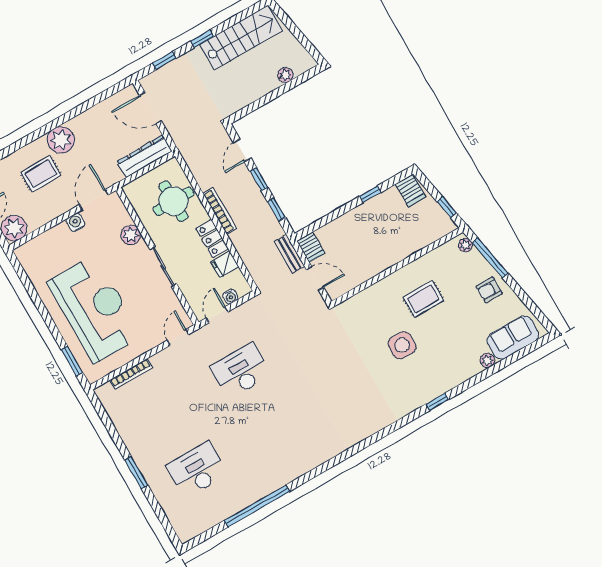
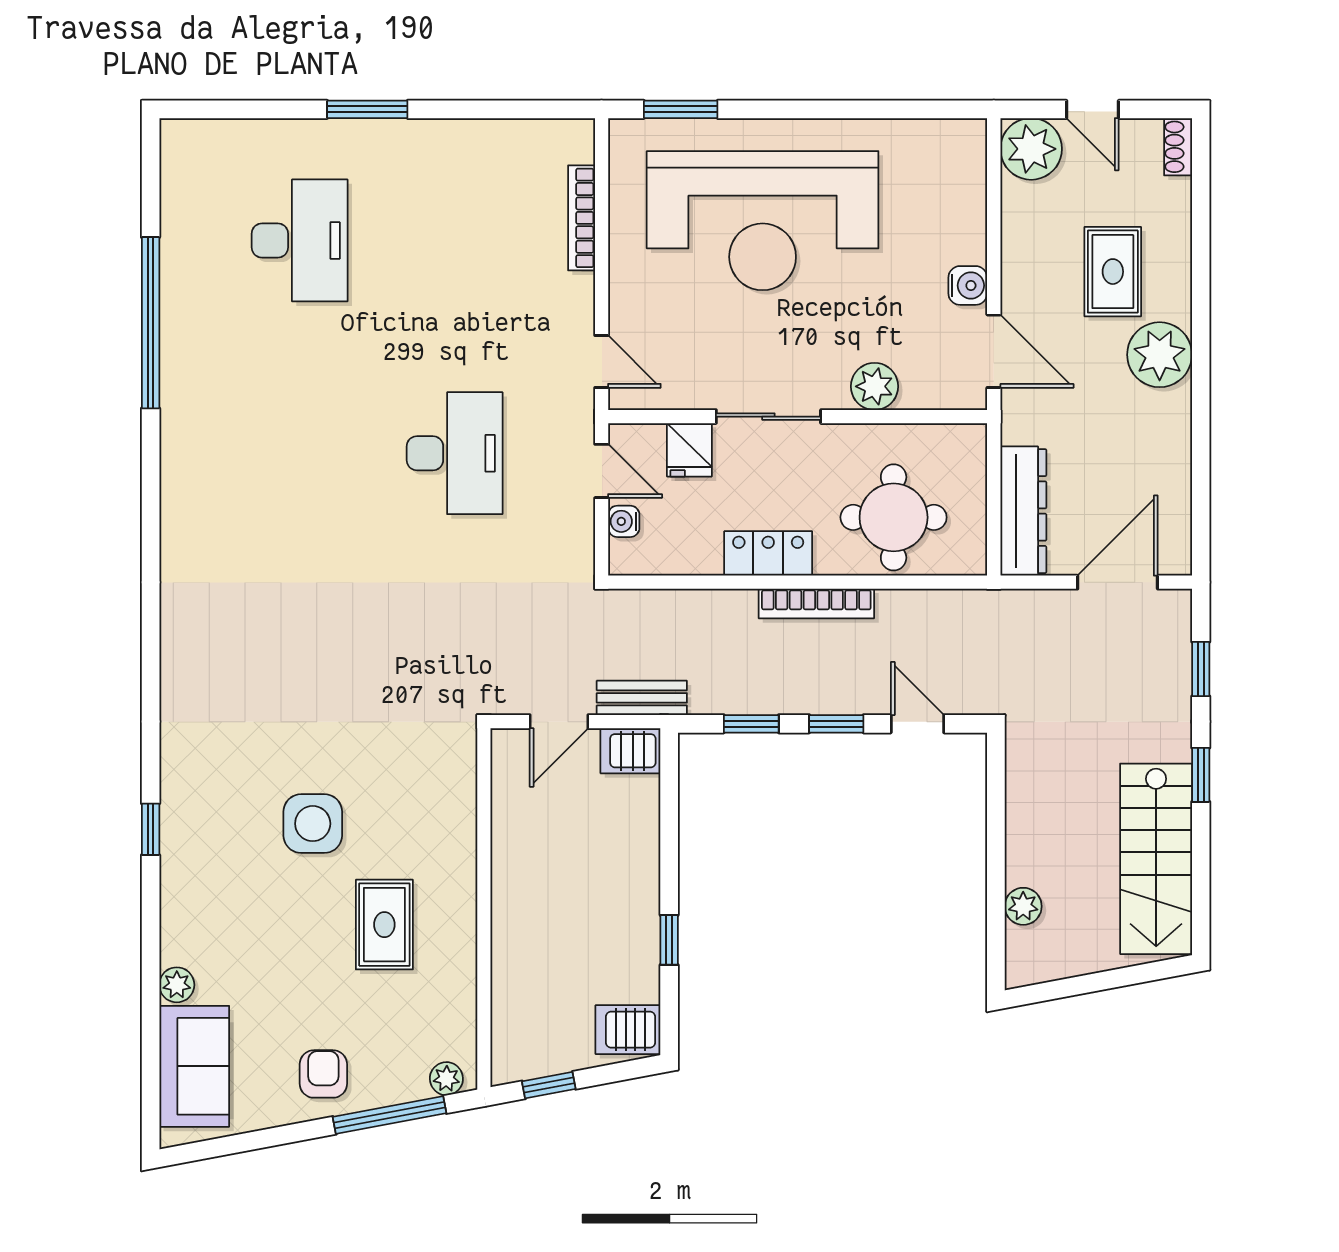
fridge: (225, 264) -> (689, 450), moved, turned 180

